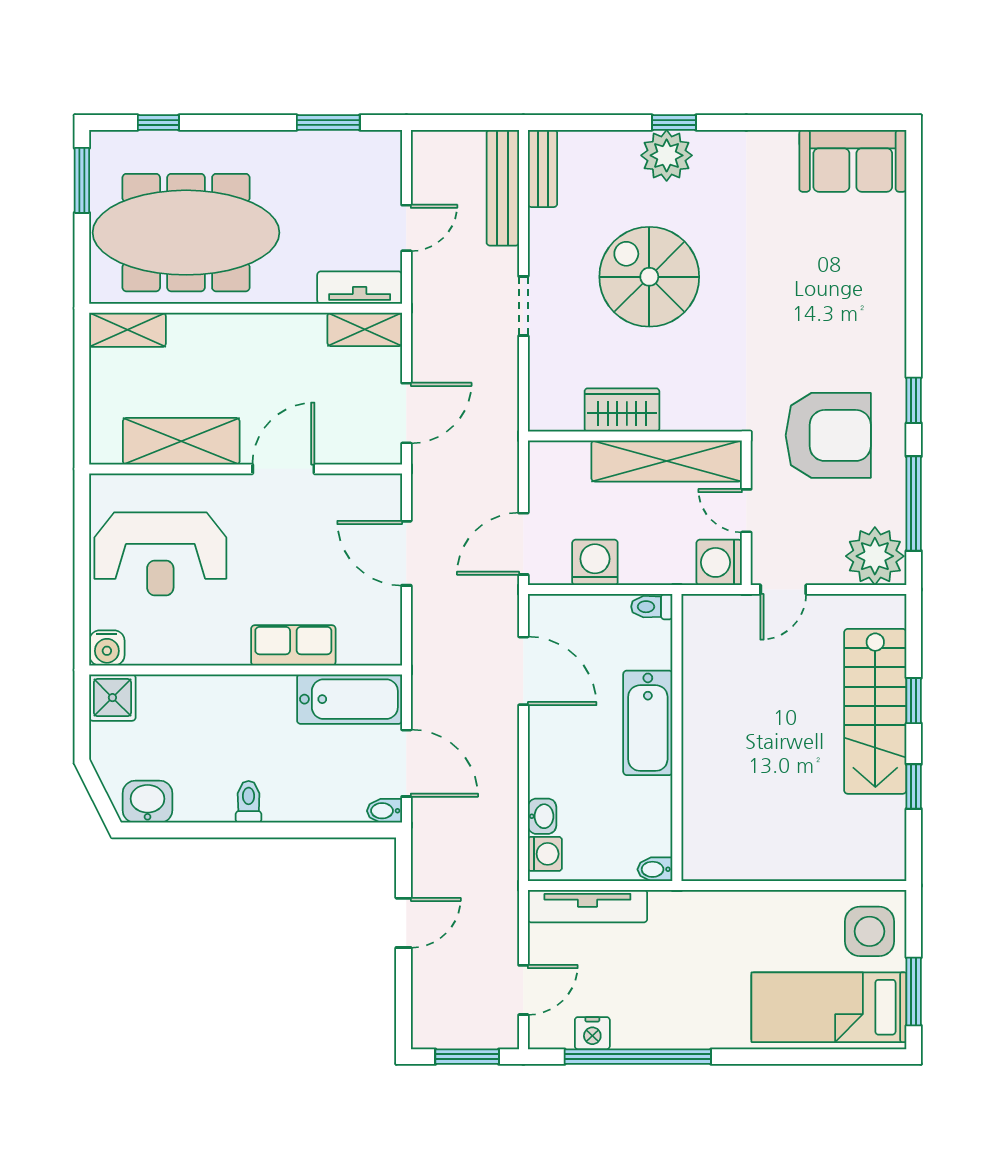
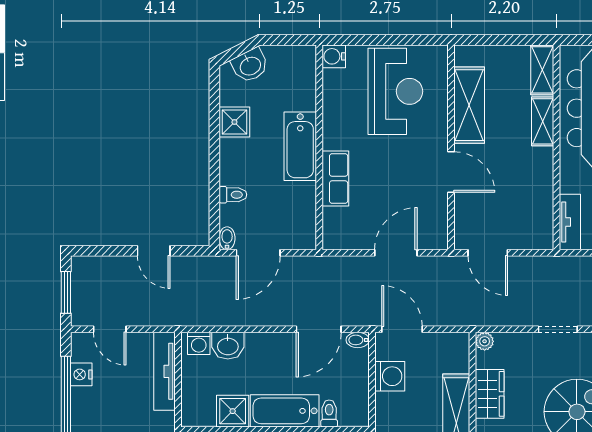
shelving: (365, 329) -> (543, 121), moved
plant: (542, 418) -> (485, 341), added
reception desk: (160, 554) -> (395, 91), turned 180
toilet: (652, 607) -> (329, 413), moved
shower: (112, 698) -> (234, 122), moved
bathtub: (350, 699) -> (300, 146), moved
washbasin: (147, 802) -> (250, 65), moved, turned 63
toilet: (249, 802) -> (233, 195), moved
shower: (648, 802) -> (233, 411), added
washbasin: (542, 816) -> (228, 346), width x1.38, depth x1.45
bidet: (655, 869) -> (358, 340), moved, turned -90

